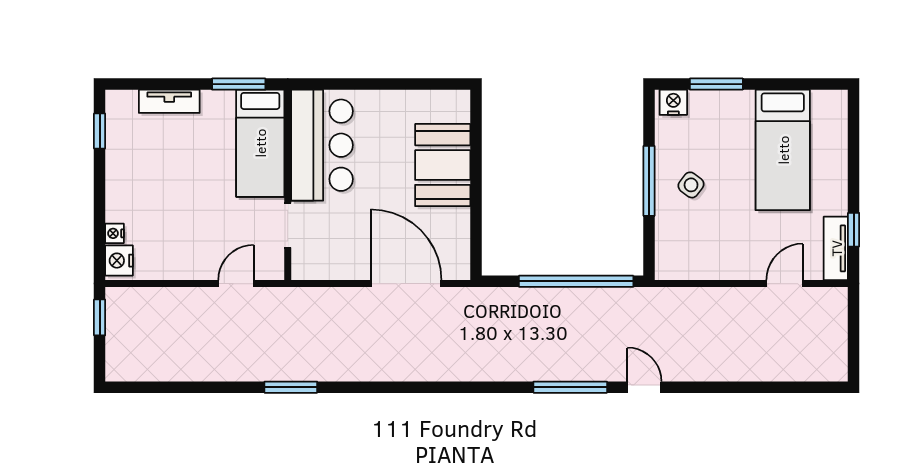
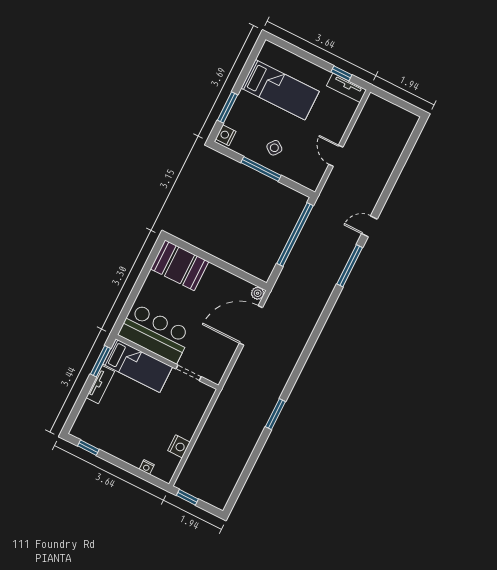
tv unit: (169, 101) -> (100, 385), moved
booth: (443, 165) -> (180, 265), moved
nightstand: (119, 261) -> (179, 446), moved, turned -90
plant: (460, 269) -> (258, 293), added
door: (236, 284) -> (206, 416), removed
door: (785, 284) -> (336, 156), moved

